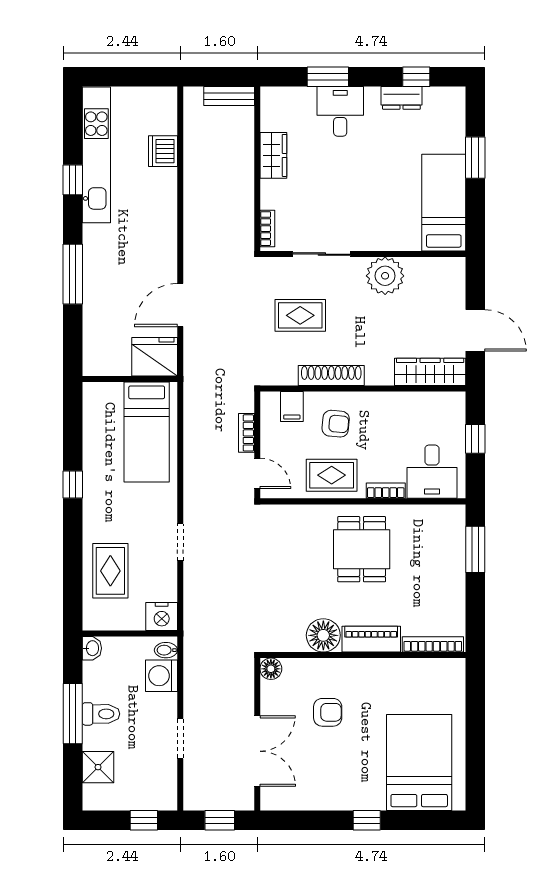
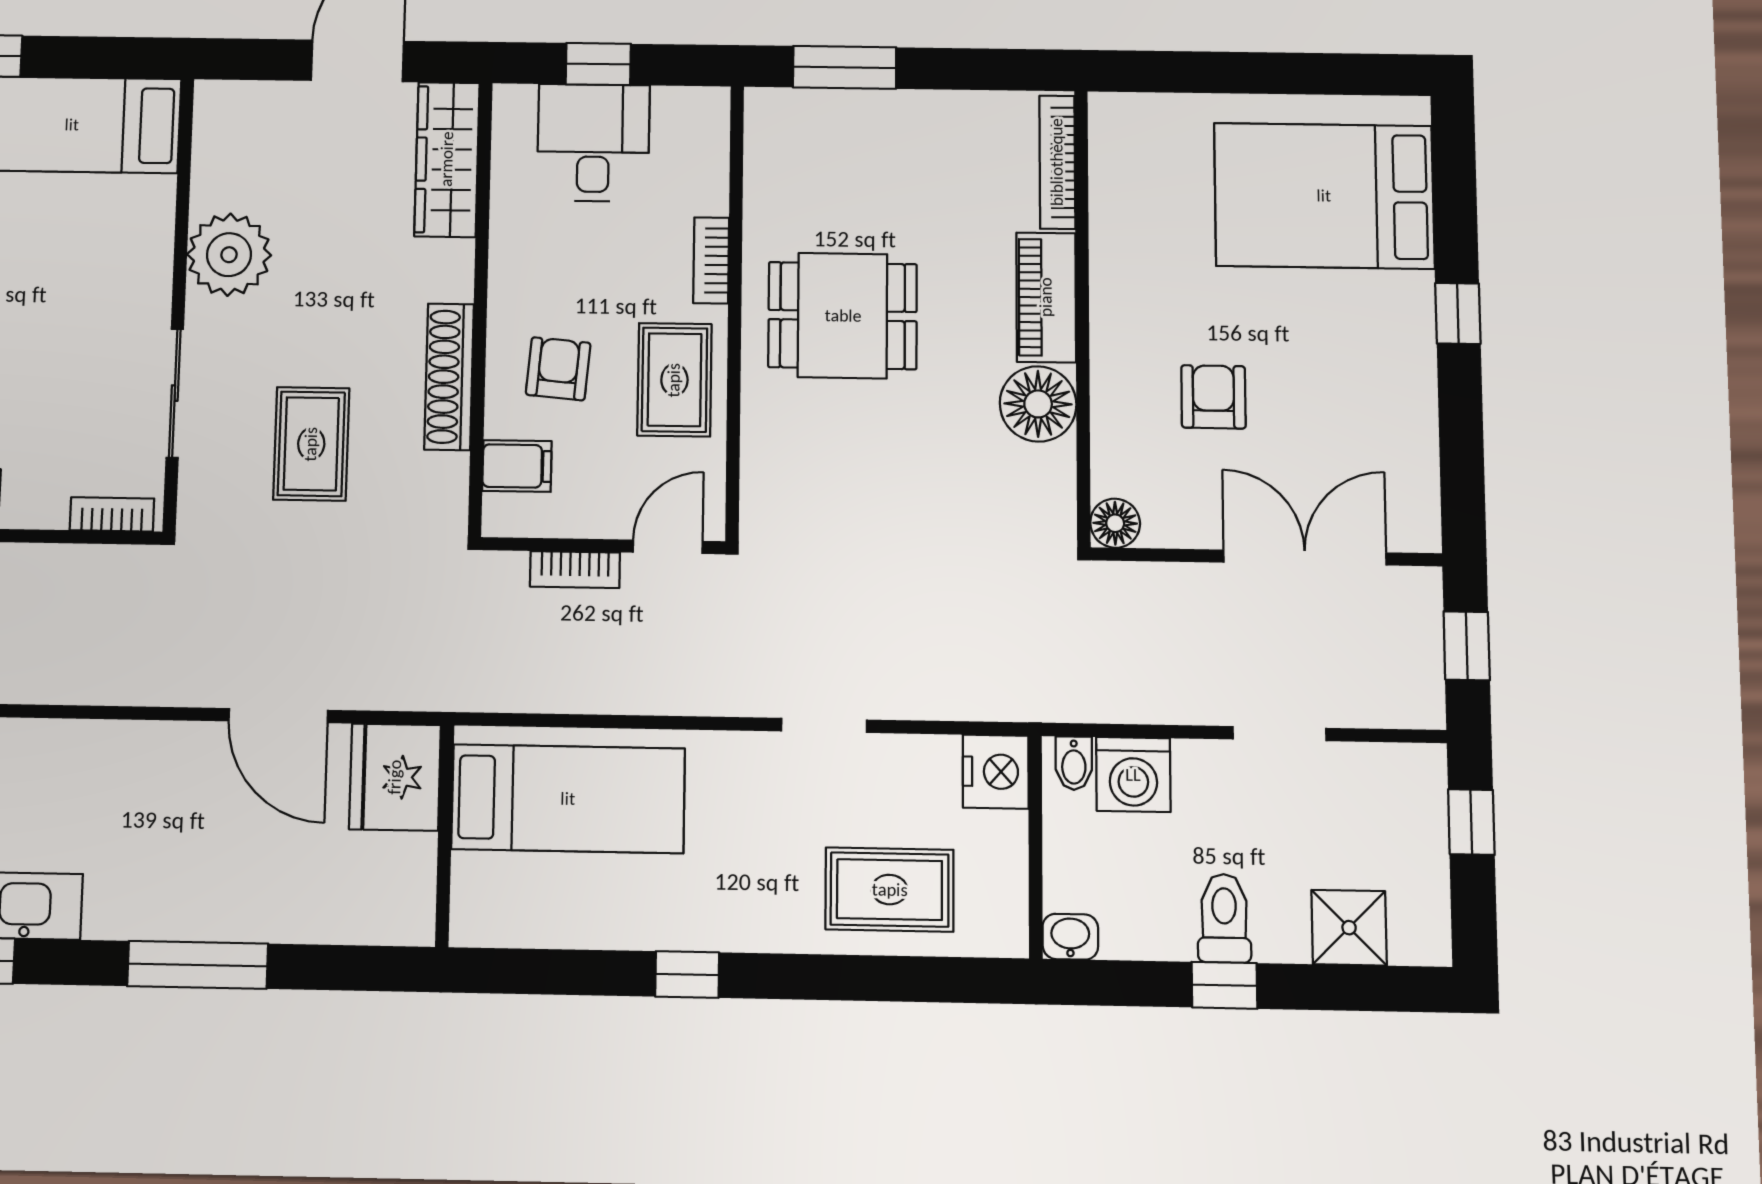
desk: (432, 472) -> (593, 143), moved, turned -90
window: (73, 714) -> (1224, 985), width x0.46

